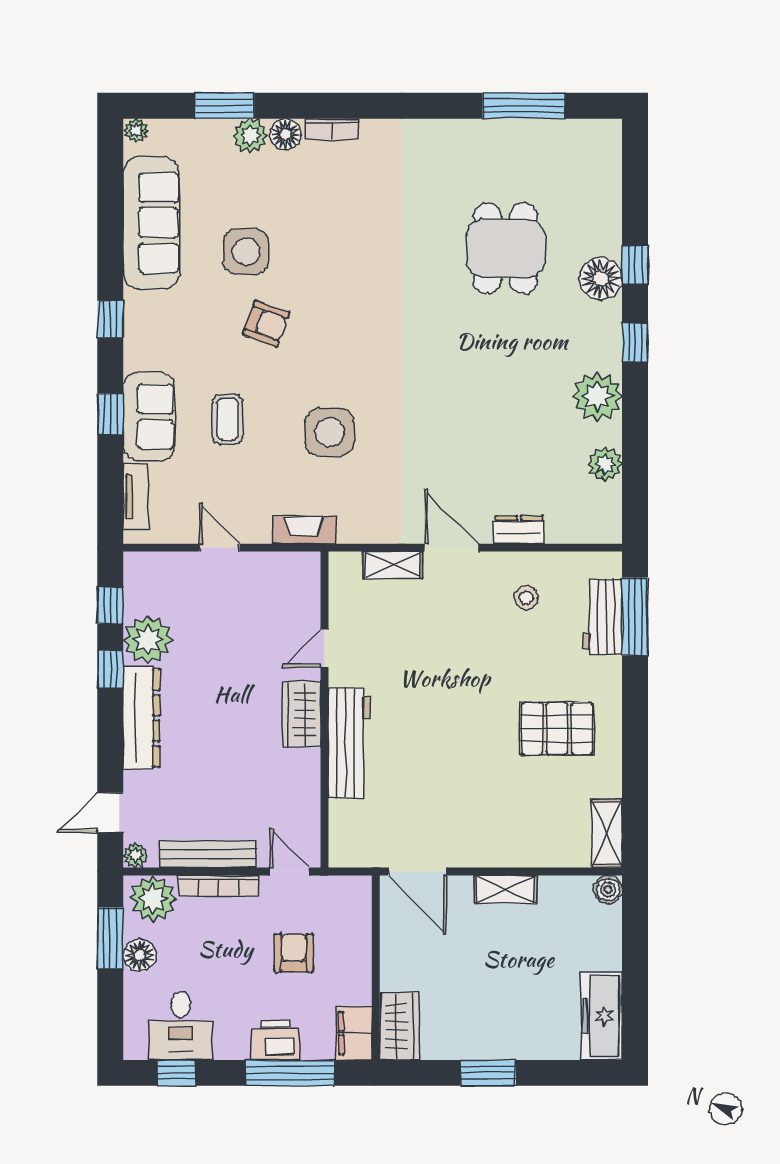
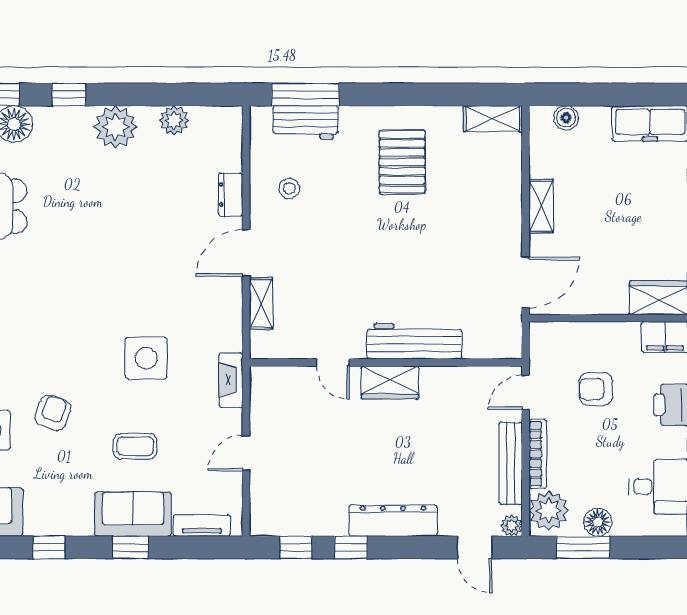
plant: (148, 640) -> (326, 515), removed
boiler: (608, 890) -> (566, 118), moved

